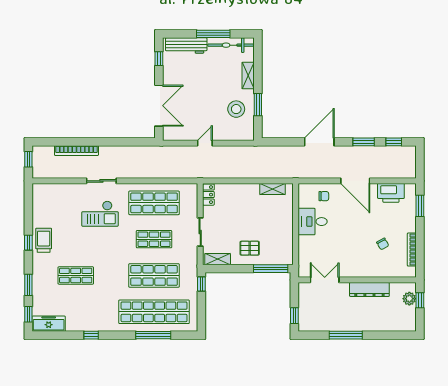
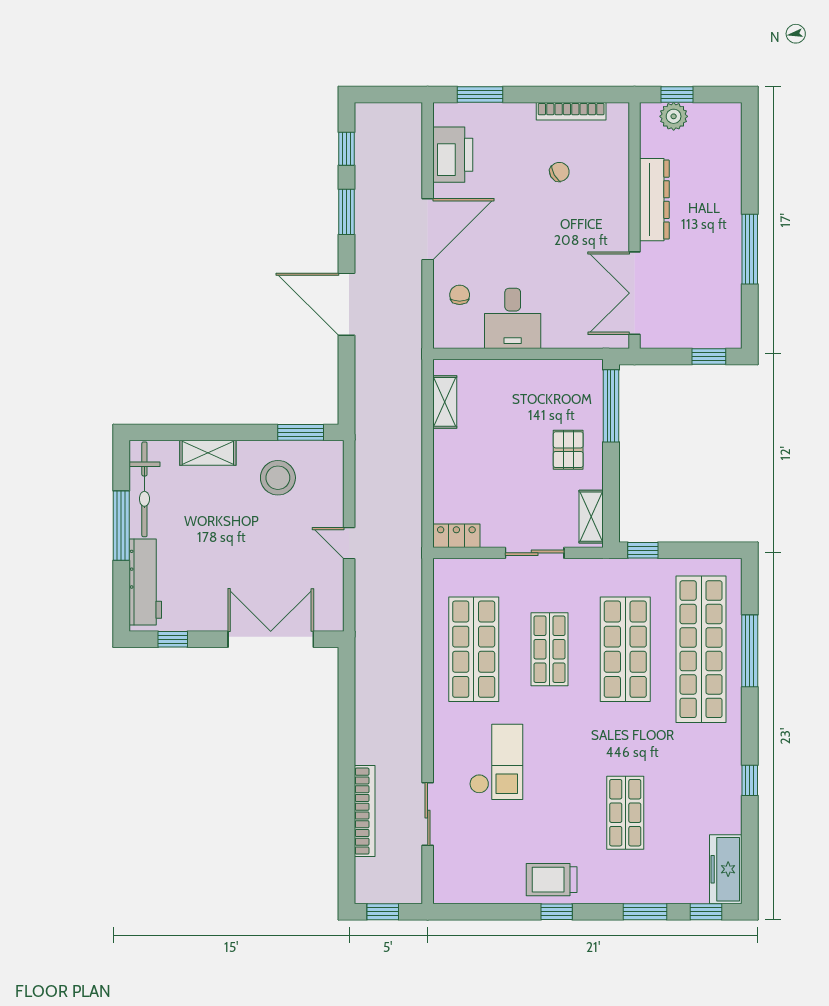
window: (258, 105) -> (301, 432), moved
sliding door: (101, 181) -> (428, 814), moved
double door: (325, 280) -> (635, 293), width x1.37

